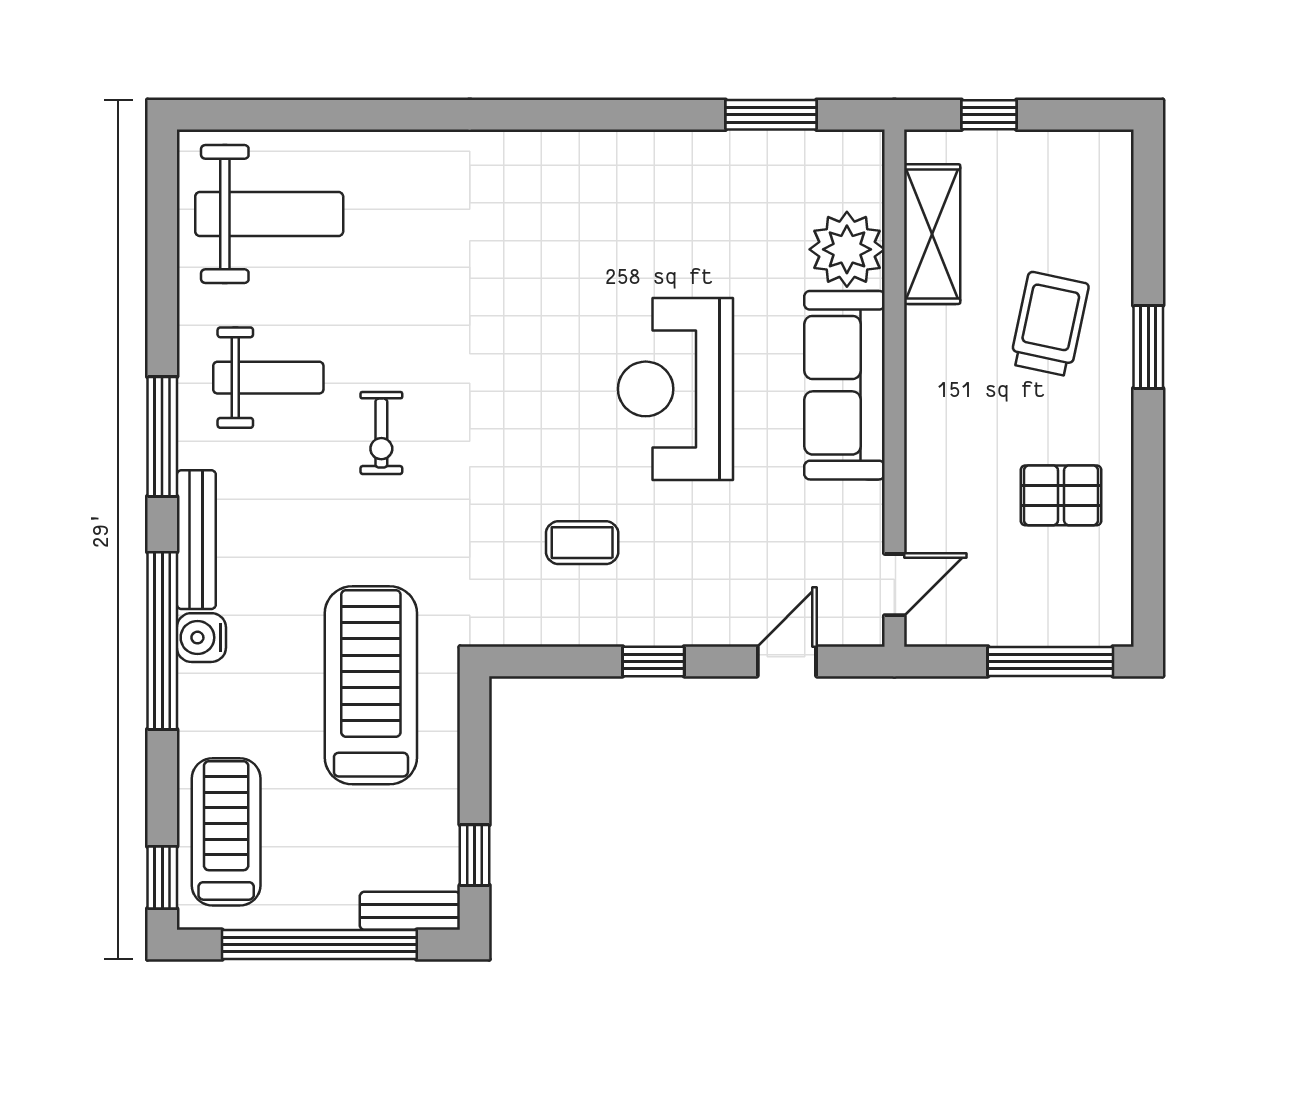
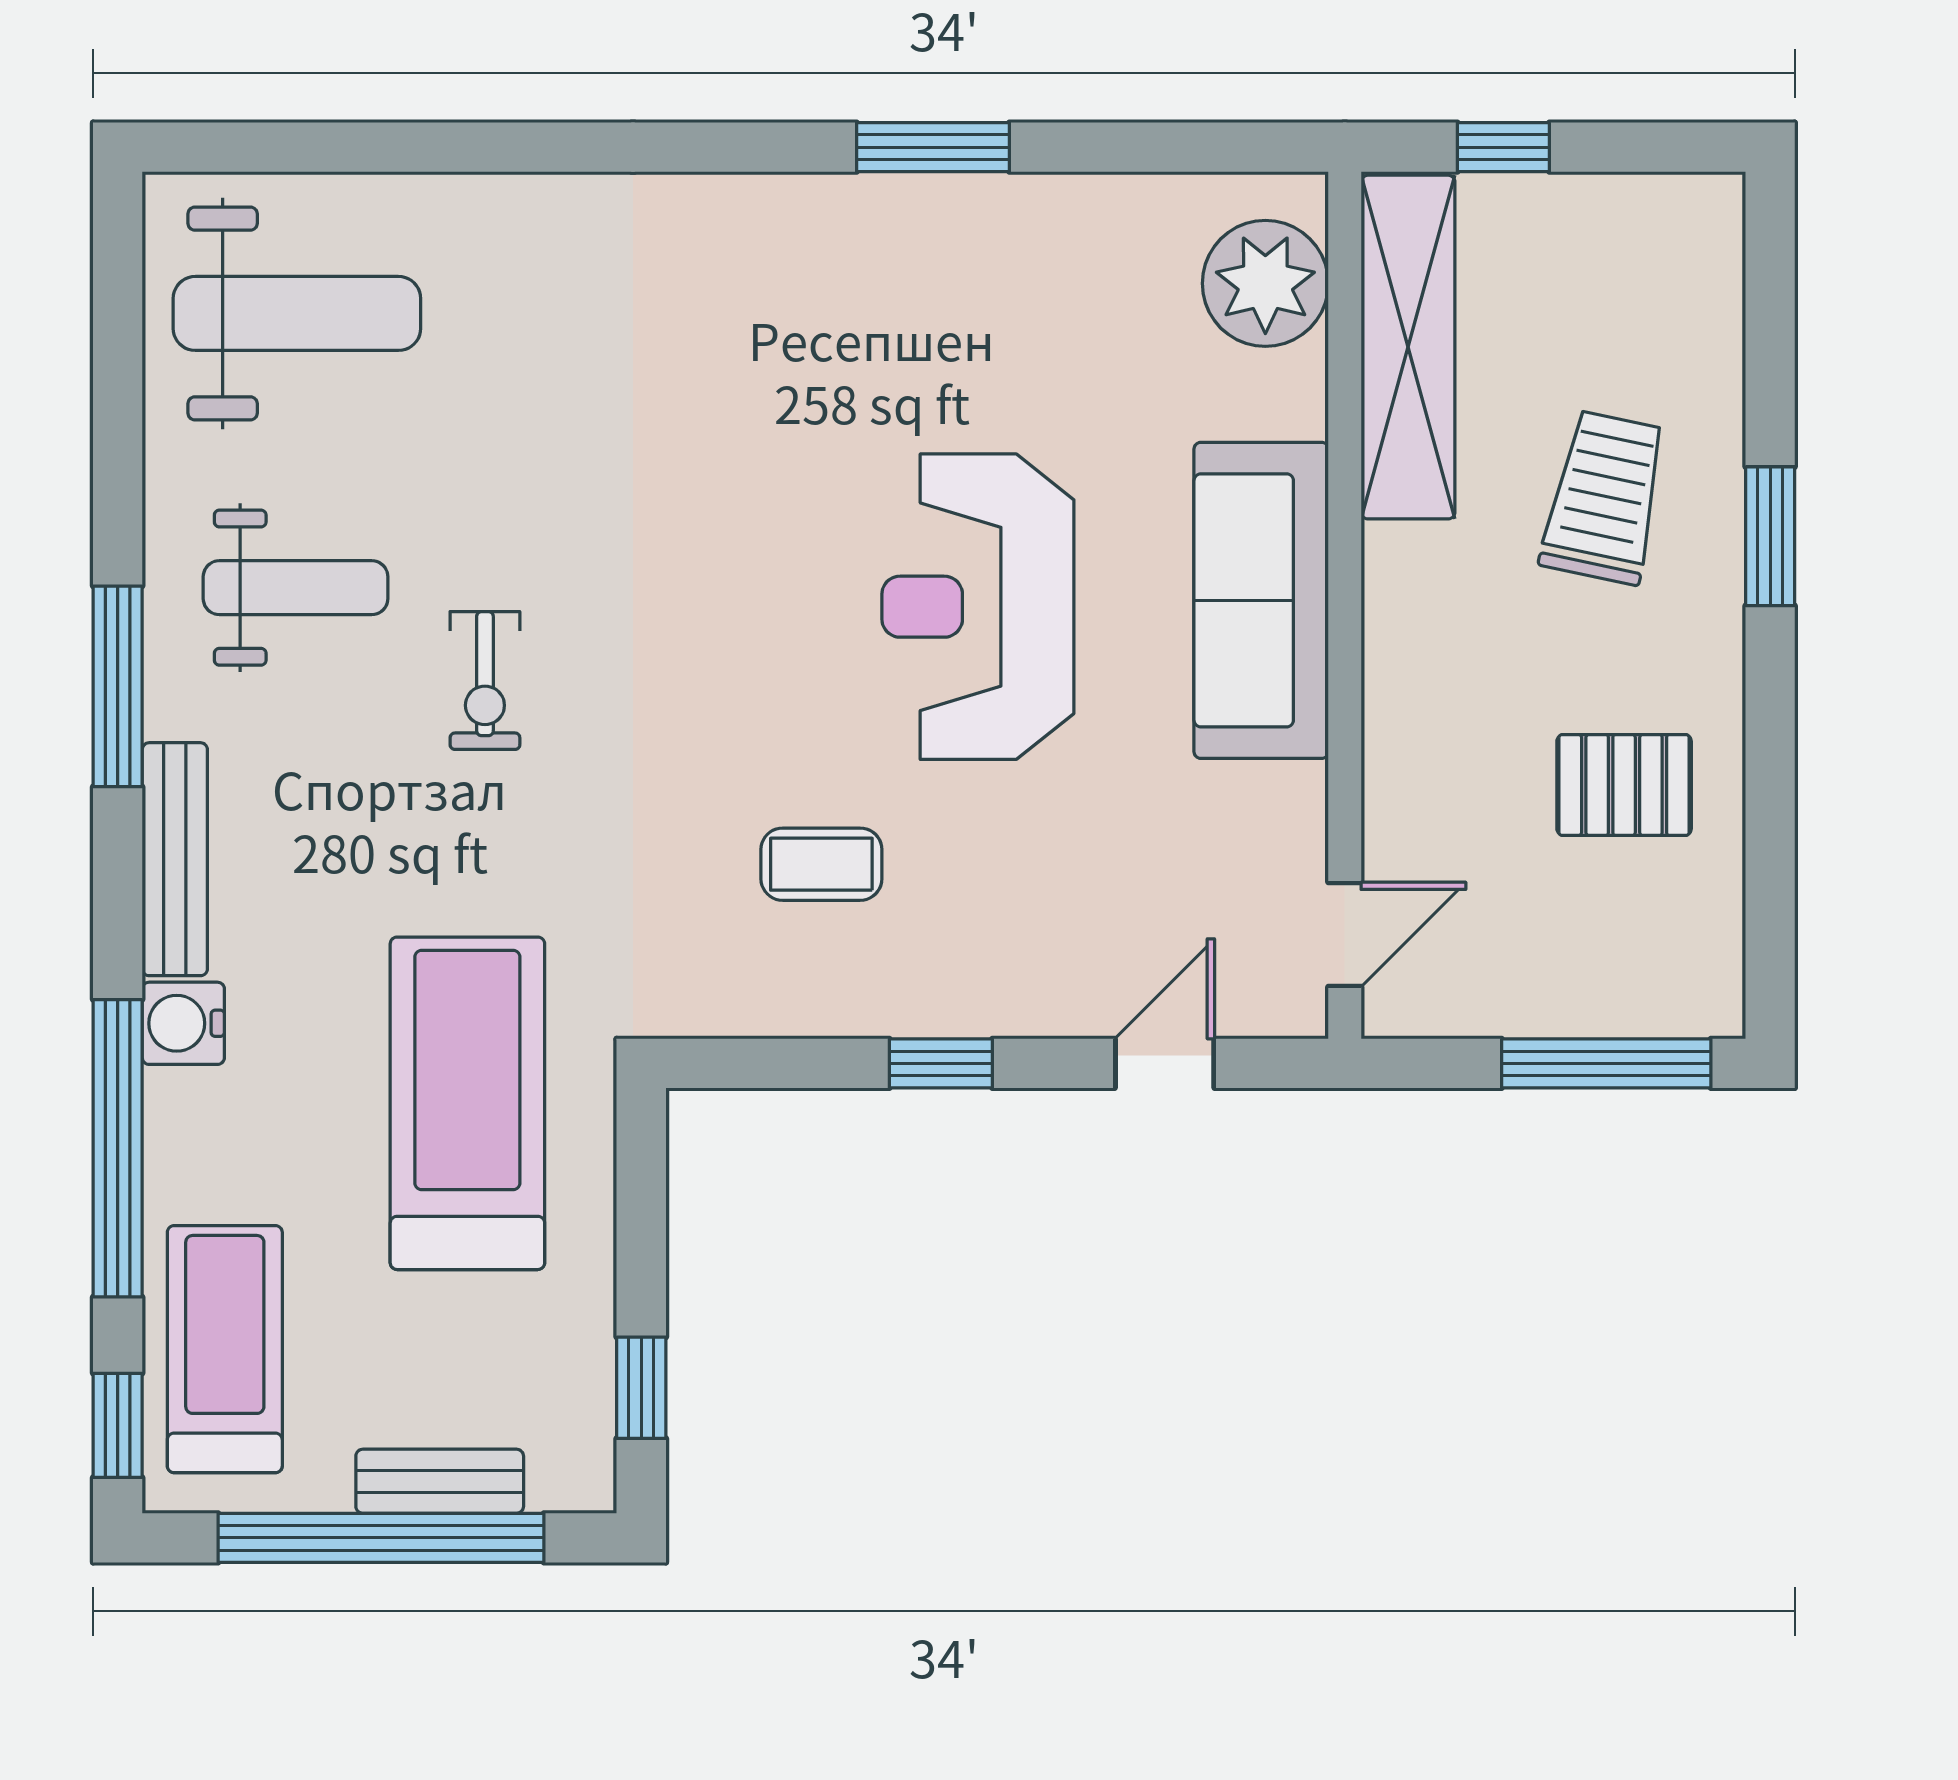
window: (771, 115) -> (933, 147), moved
shelving: (932, 234) -> (1408, 347), width x1.47
plant: (847, 249) -> (1265, 283), moved
window: (162, 641) -> (118, 1148), moved
bench: (410, 911) -> (440, 1481), moved

